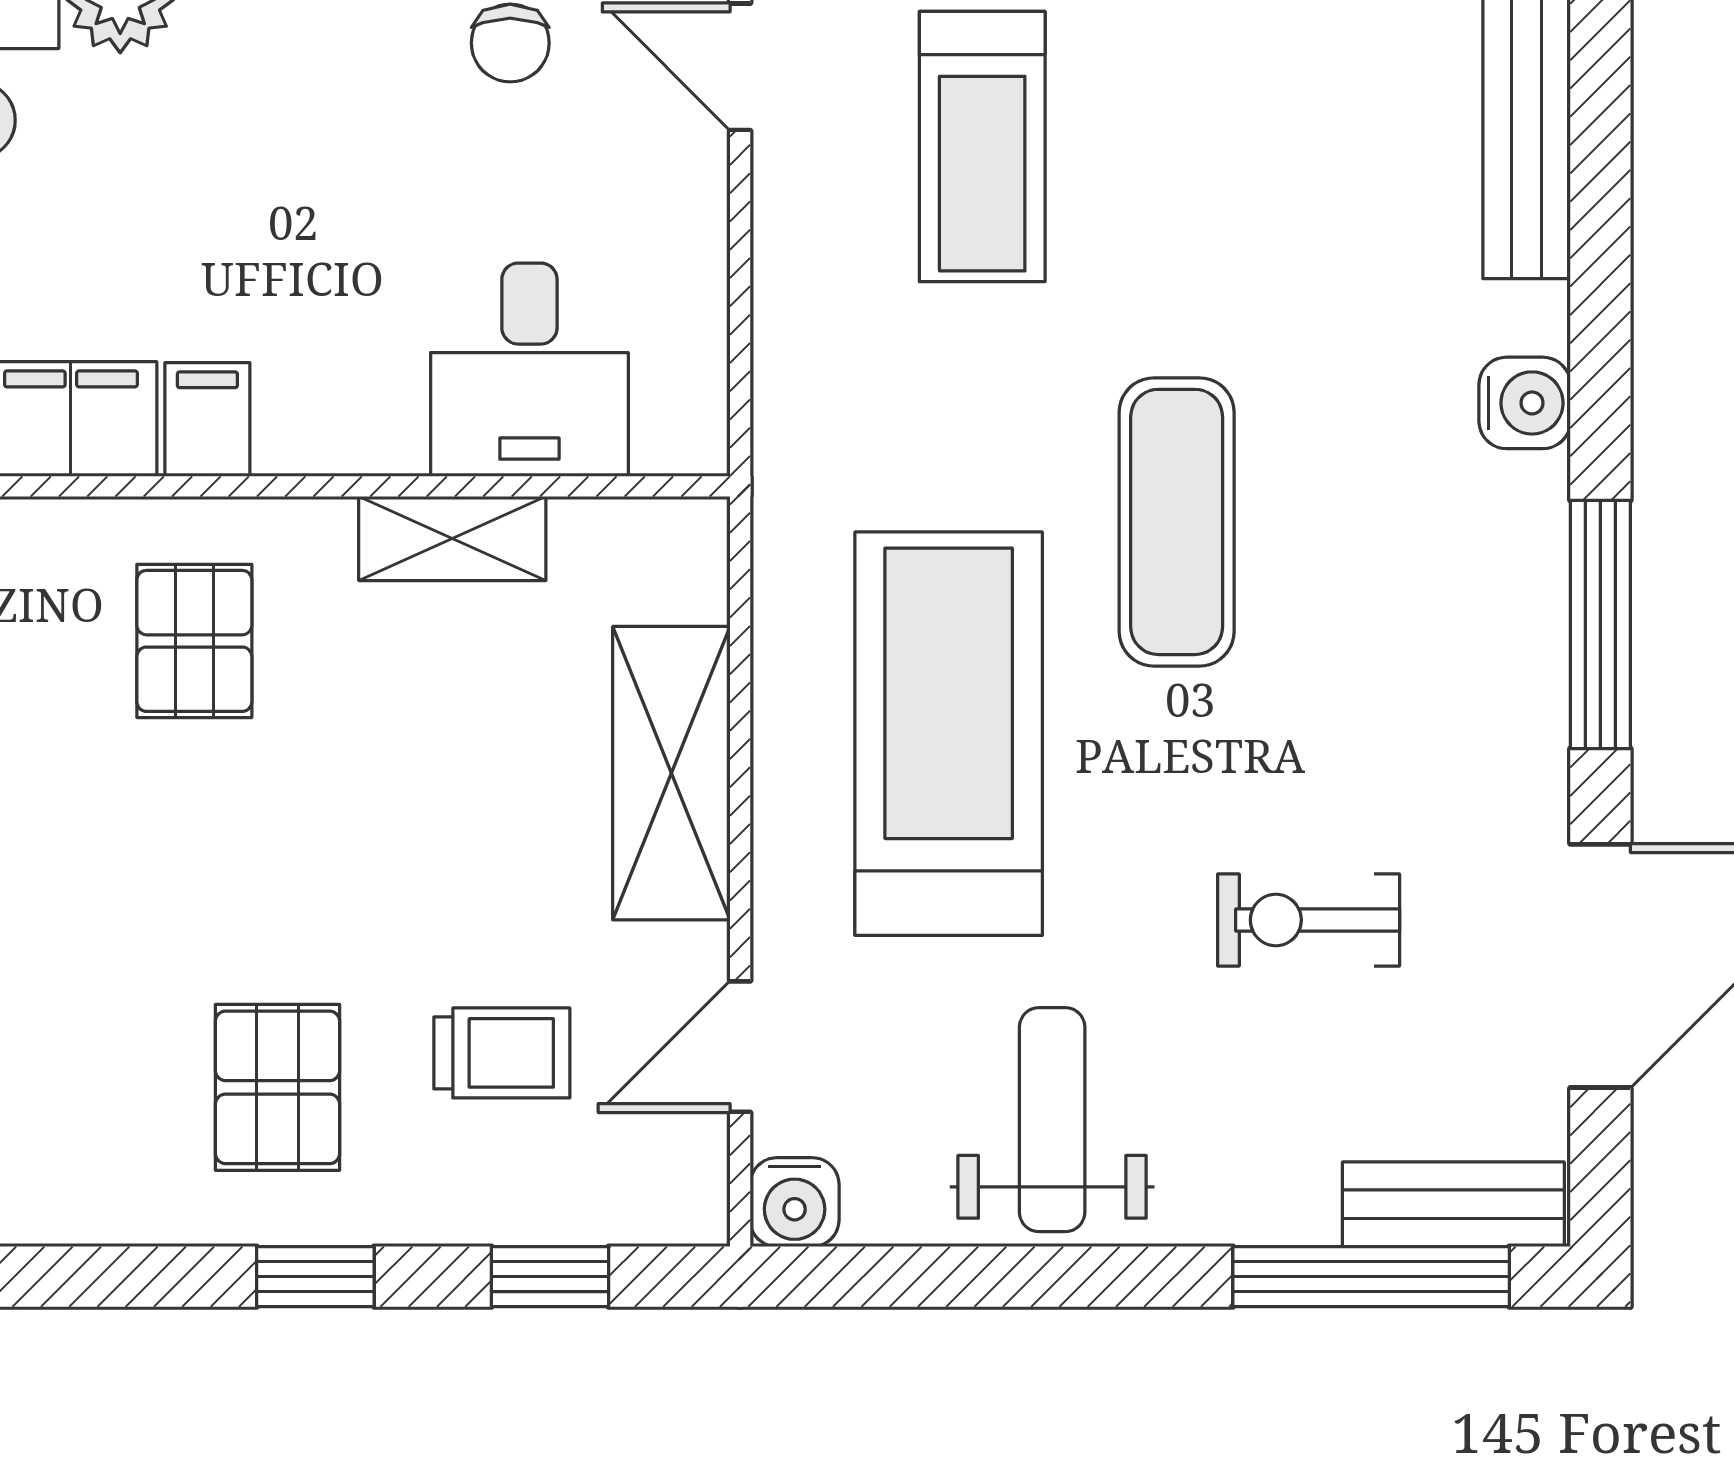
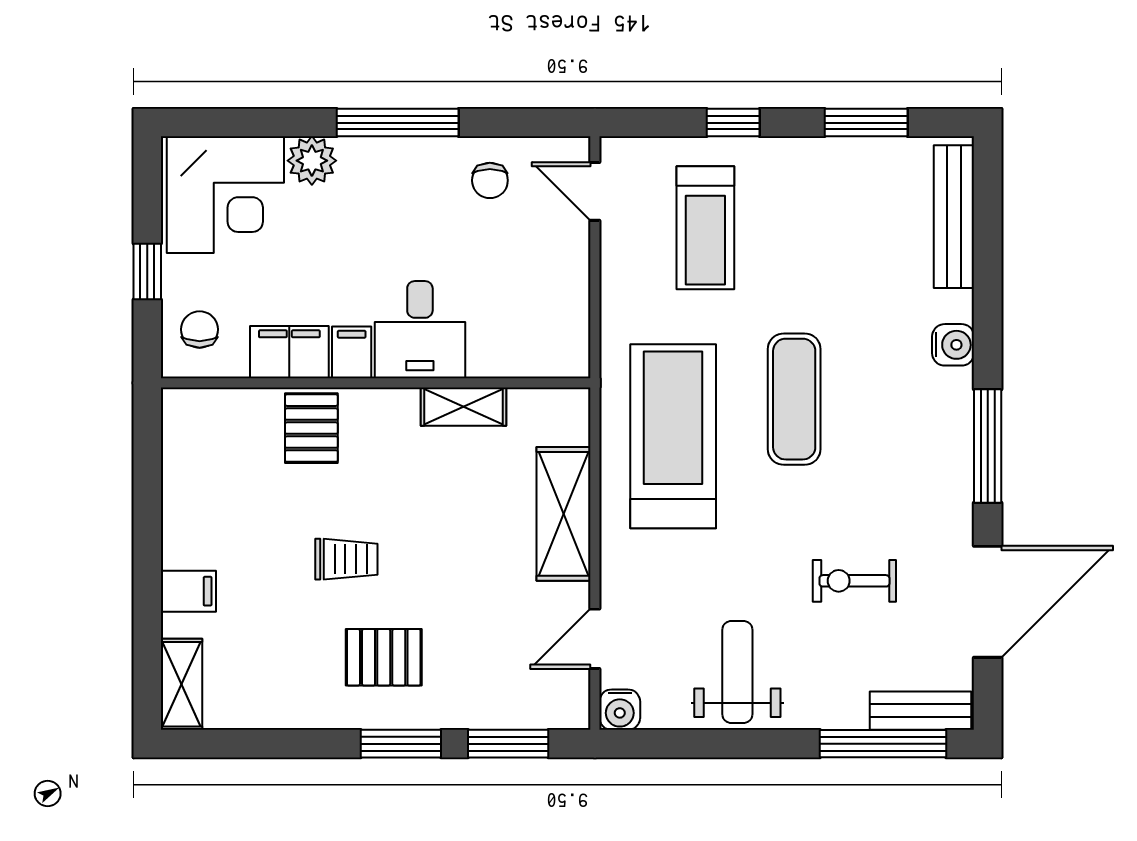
desk: (529, 370) -> (420, 330), moved
pallet: (194, 641) -> (311, 428), moved
treadmill: (949, 734) -> (673, 436), moved
trolley: (502, 1053) -> (346, 559), moved
pallet: (278, 1087) -> (384, 657), turned 90
window: (315, 1277) -> (401, 744), width x1.50
window: (550, 1277) -> (508, 744), width x1.50

